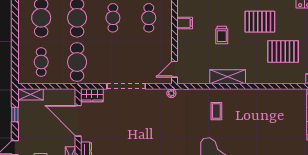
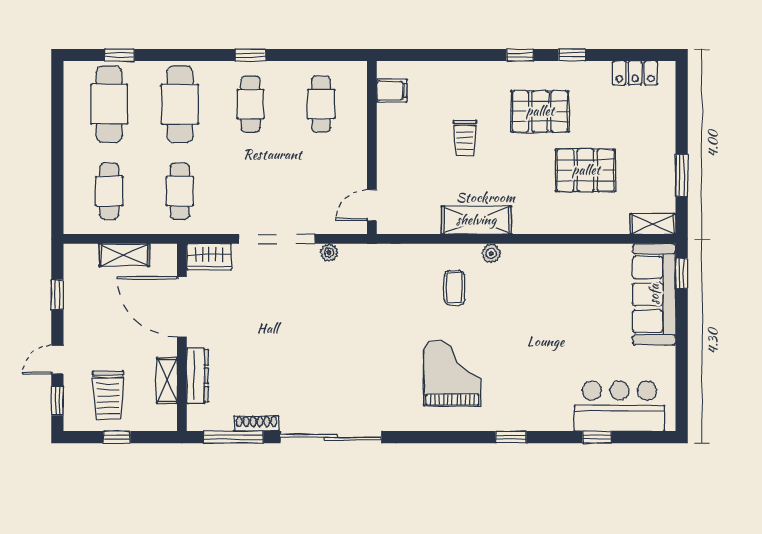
filing cabinet: (185, 23) -> (392, 91), moved
cafe table: (77, 62) -> (180, 191), width x0.73, depth x0.74
plant: (171, 93) -> (329, 253), moved
shelving: (31, 94) -> (124, 255), moved
plant: (235, 94) -> (491, 253), added

